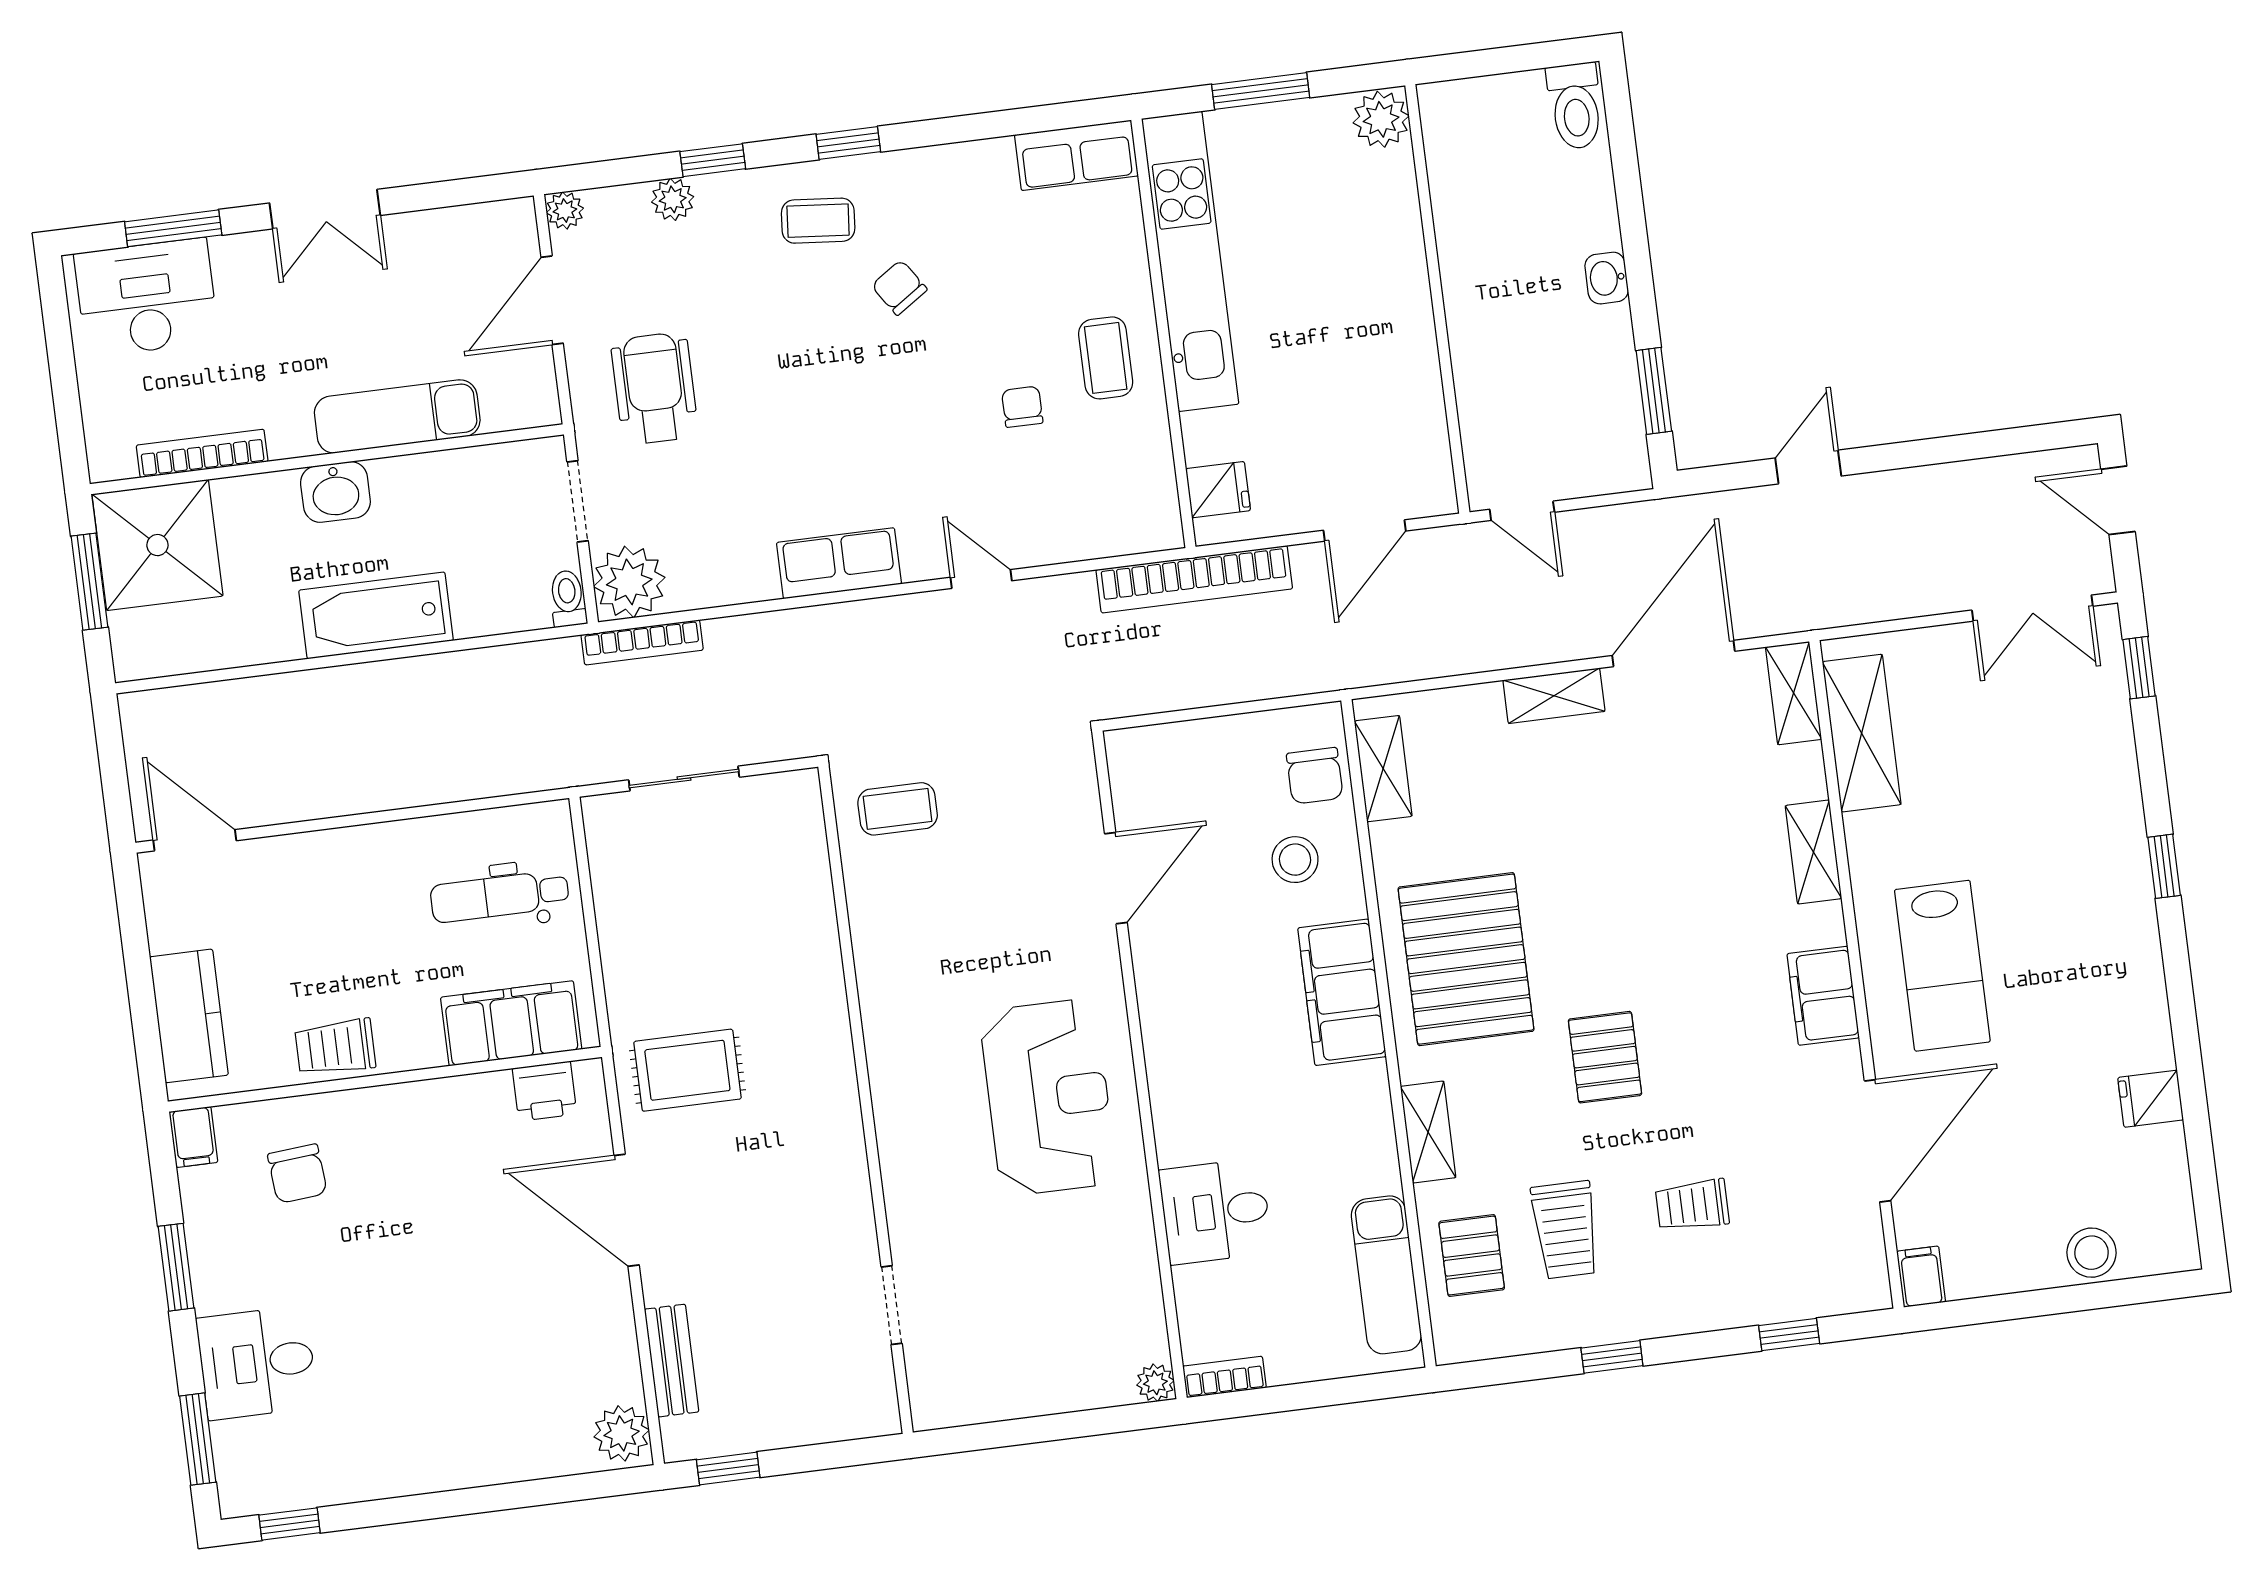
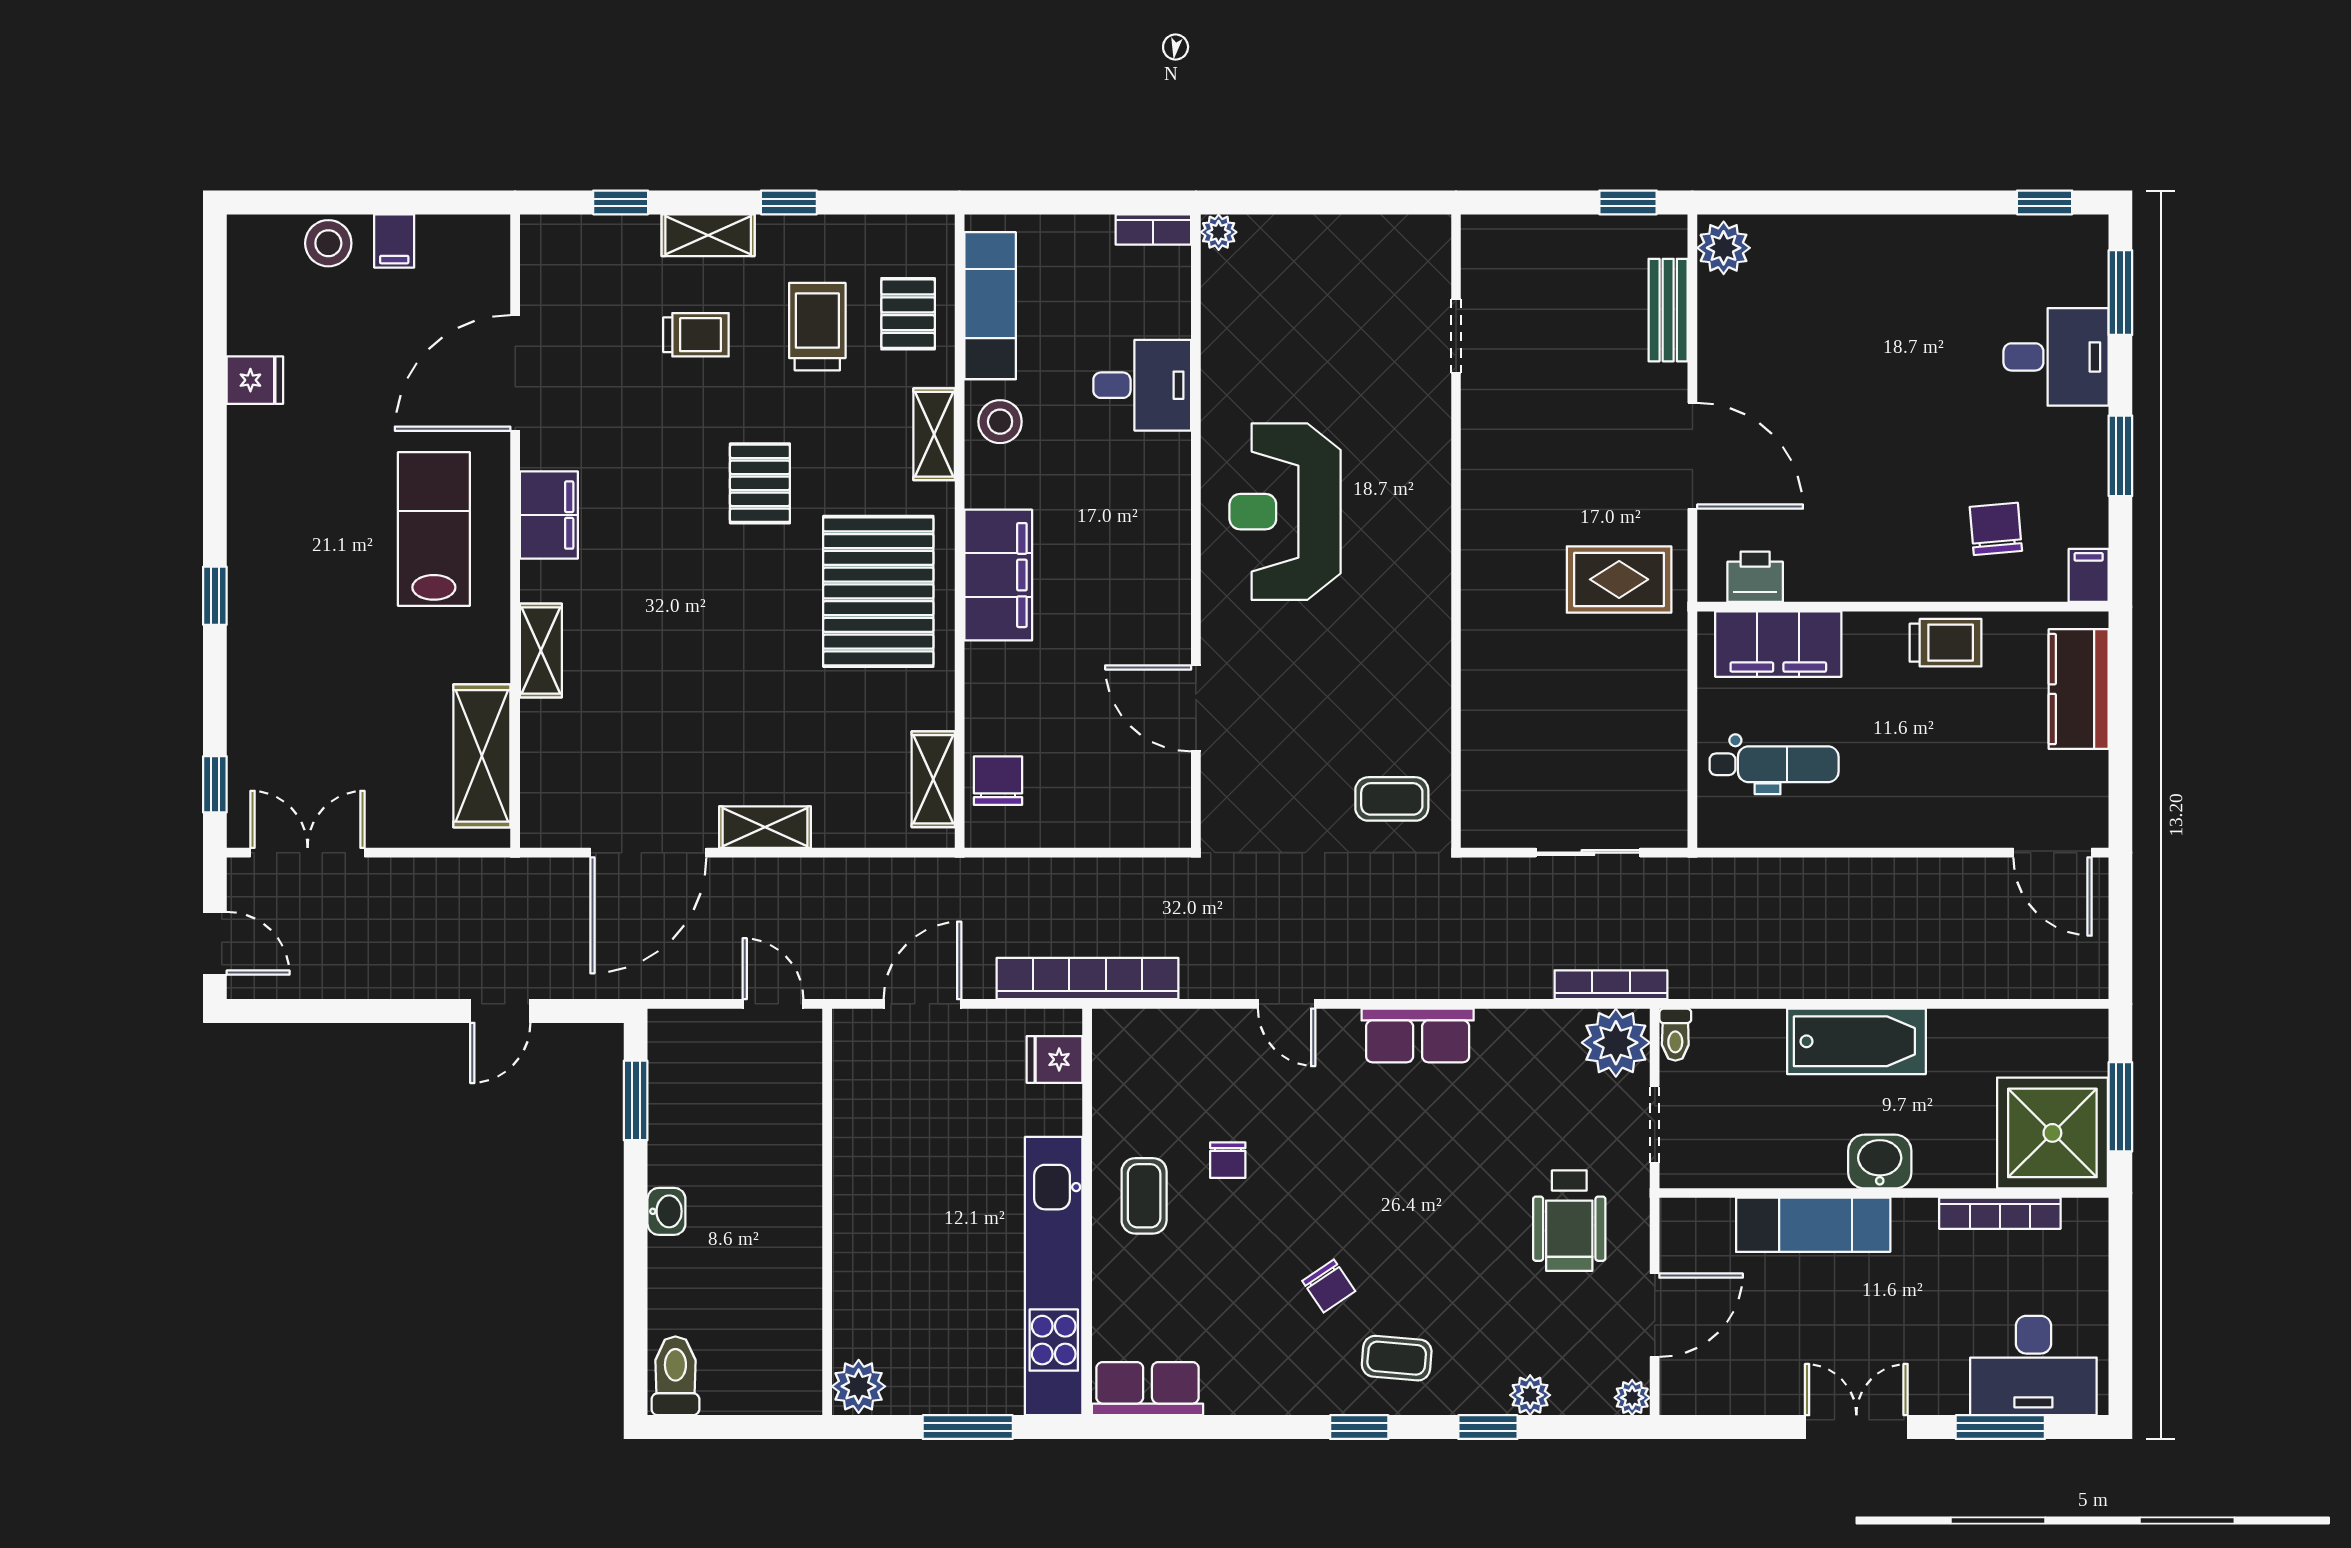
shelving: (1794, 693) -> (708, 235), moved, turned 90
stool: (1295, 860) -> (1000, 422), moved
door: (1116, 878) -> (1196, 708), hinge flipped
filing cabinet: (1921, 1277) -> (394, 241), moved

